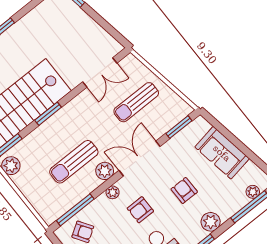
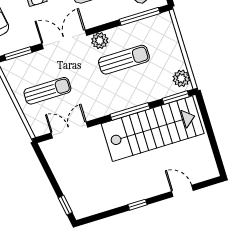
window: (48, 114) -> (130, 112), width x1.44
double door: (140, 158) -> (64, 39), swing flipped
plant: (113, 192) -> (100, 19), removed

